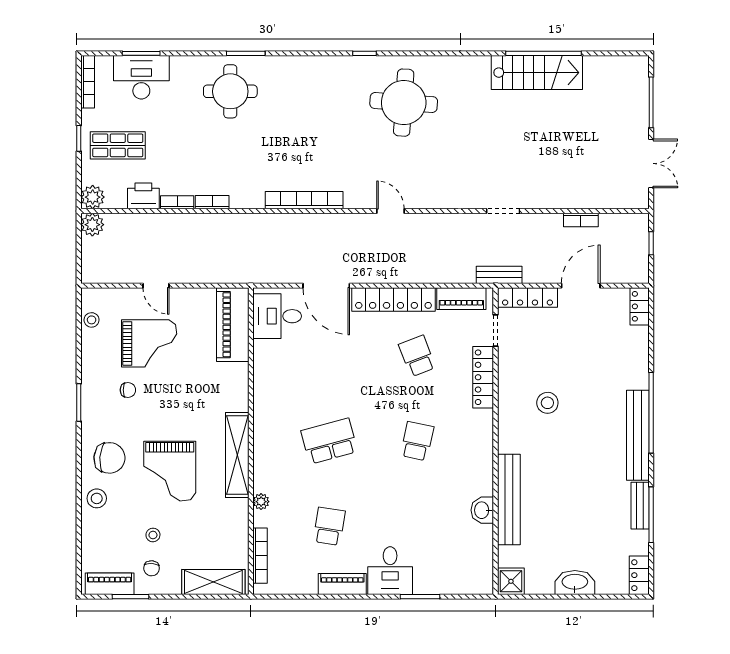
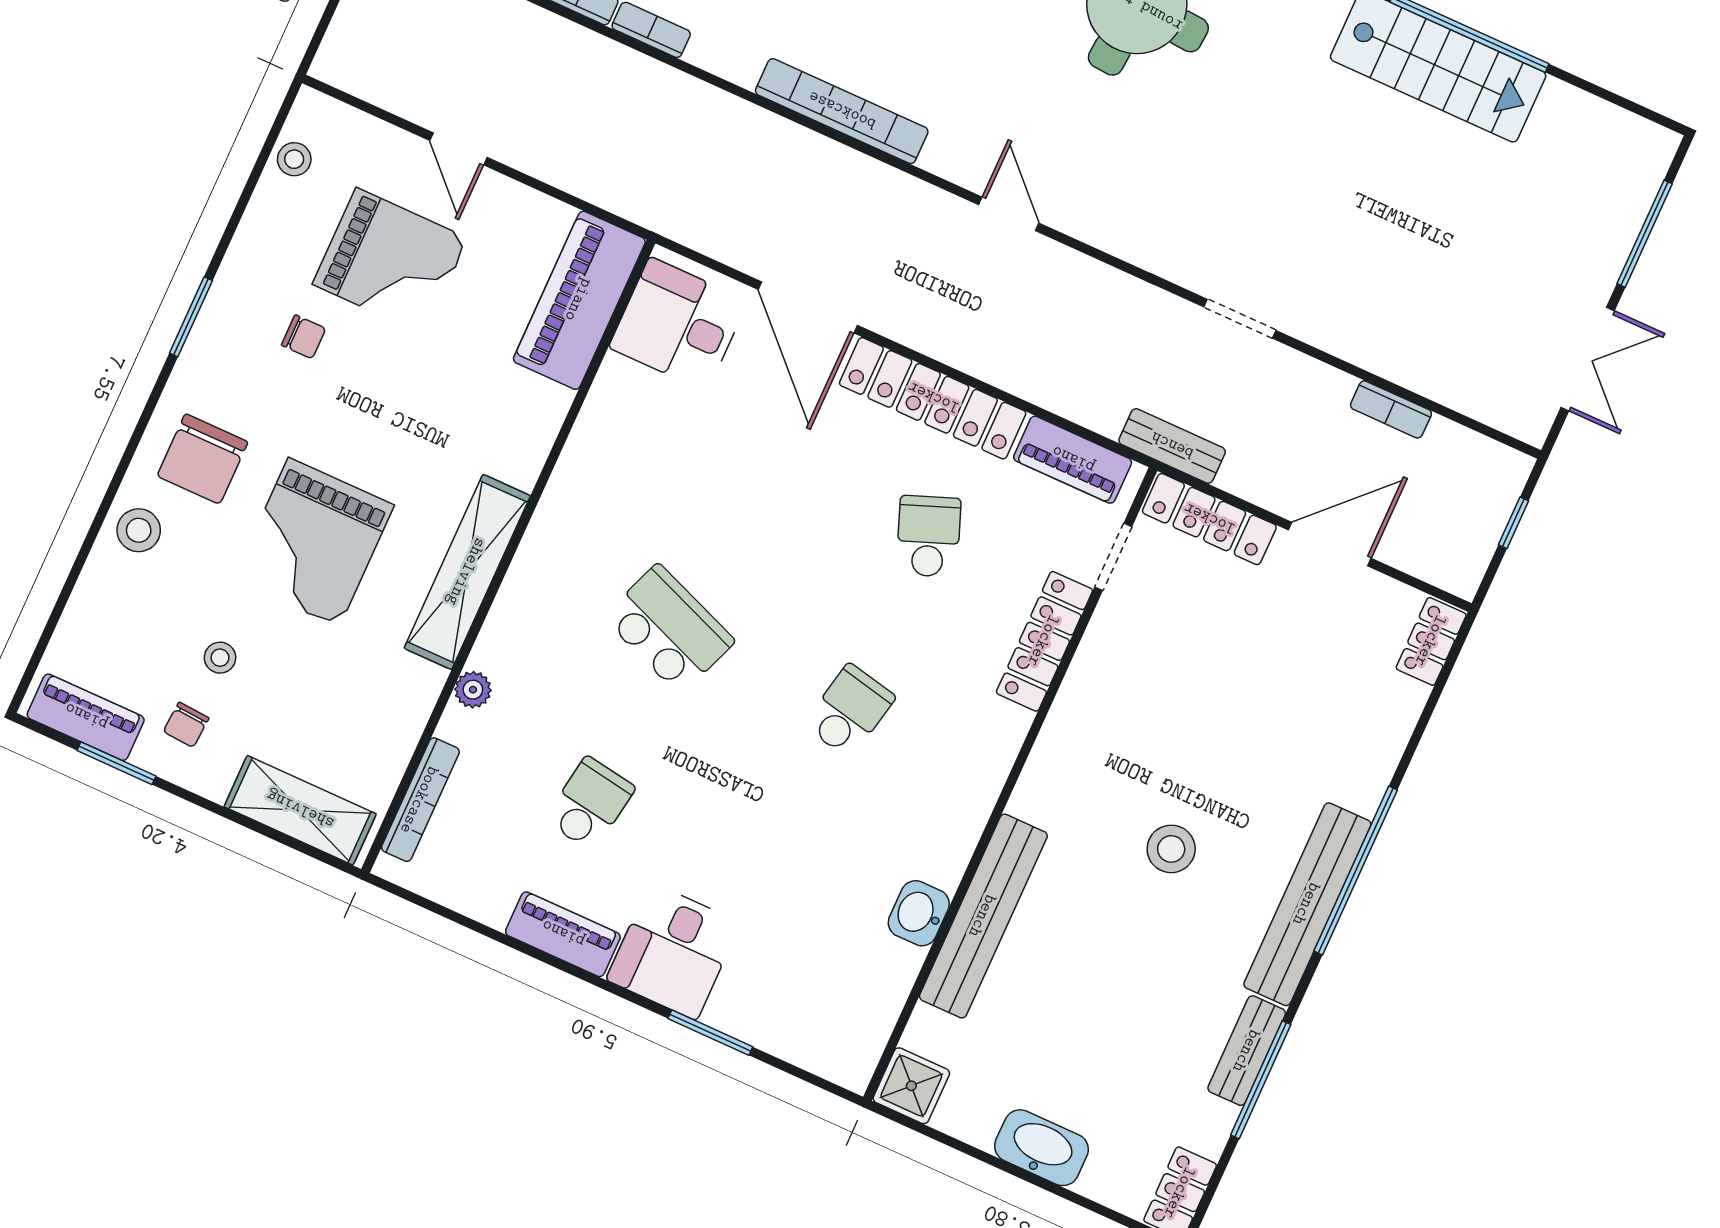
stool: (547, 403) -> (1171, 849), moved
school desk: (329, 441) -> (669, 629), turned 36
chair: (109, 458) -> (202, 459), turned 85

